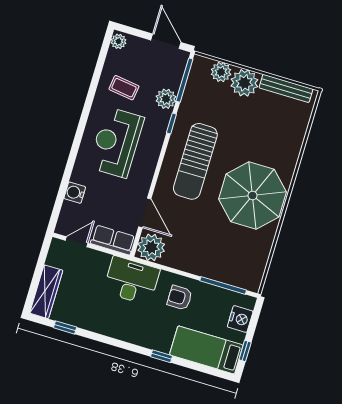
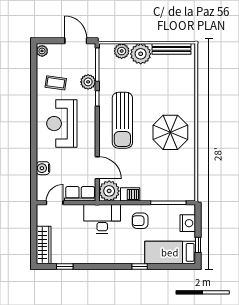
parasol: (253, 196) -> (170, 132), width x0.73, depth x0.73
barbecue: (177, 260) -> (130, 194), added

